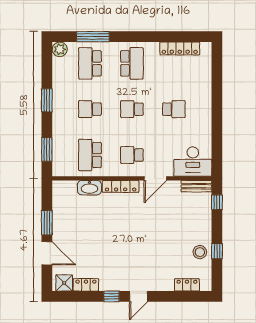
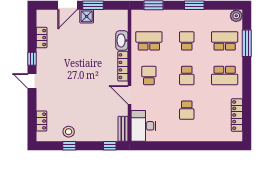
school desk: (132, 109) -> (187, 76), turned 180
shower: (64, 283) -> (87, 16), moved

